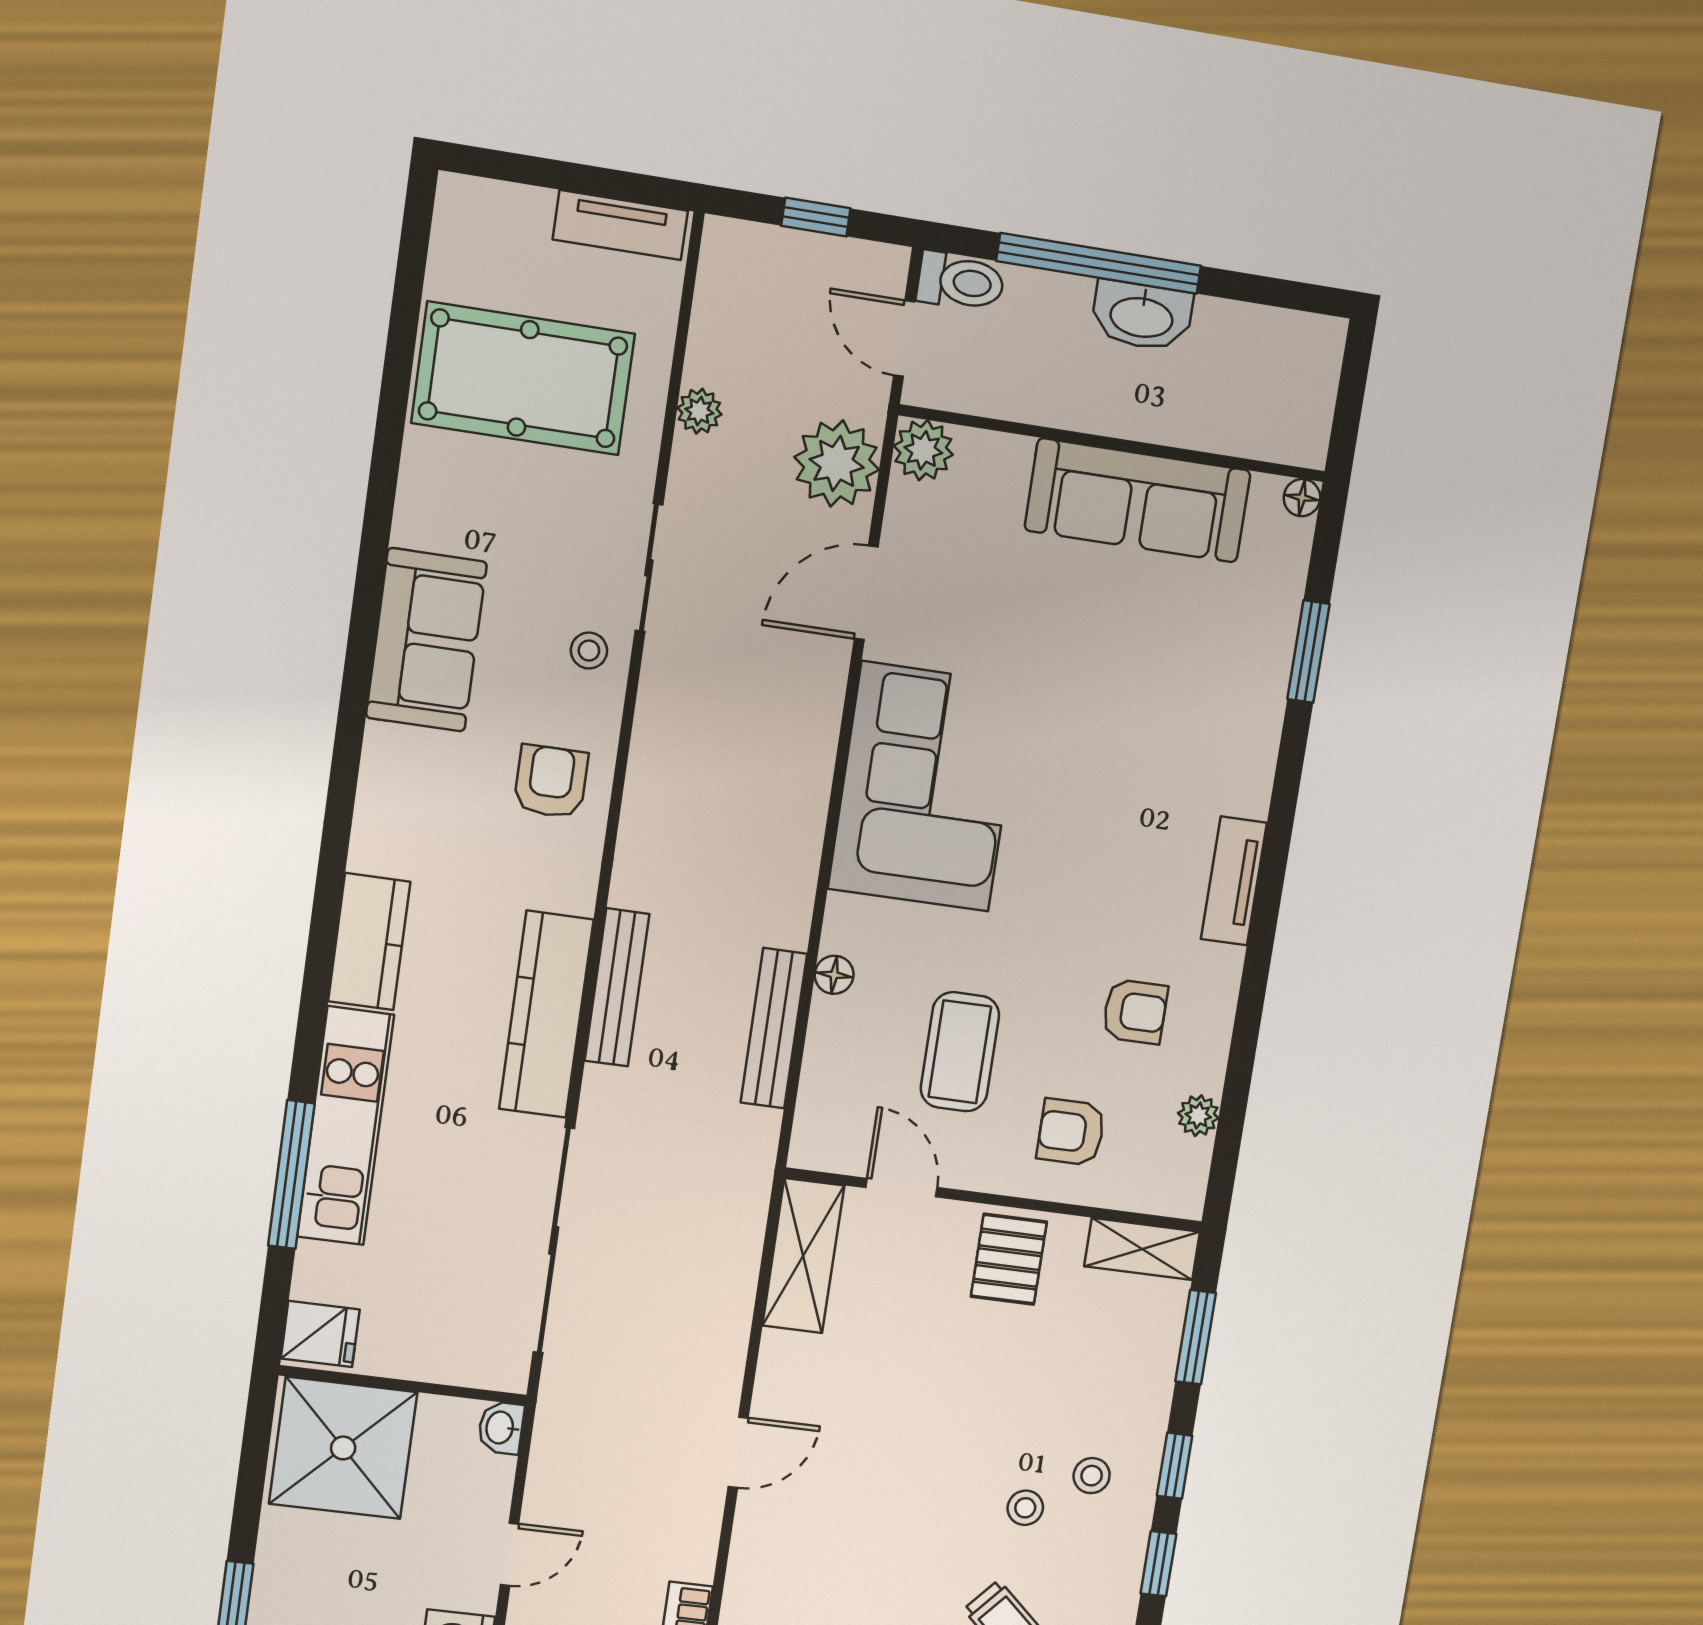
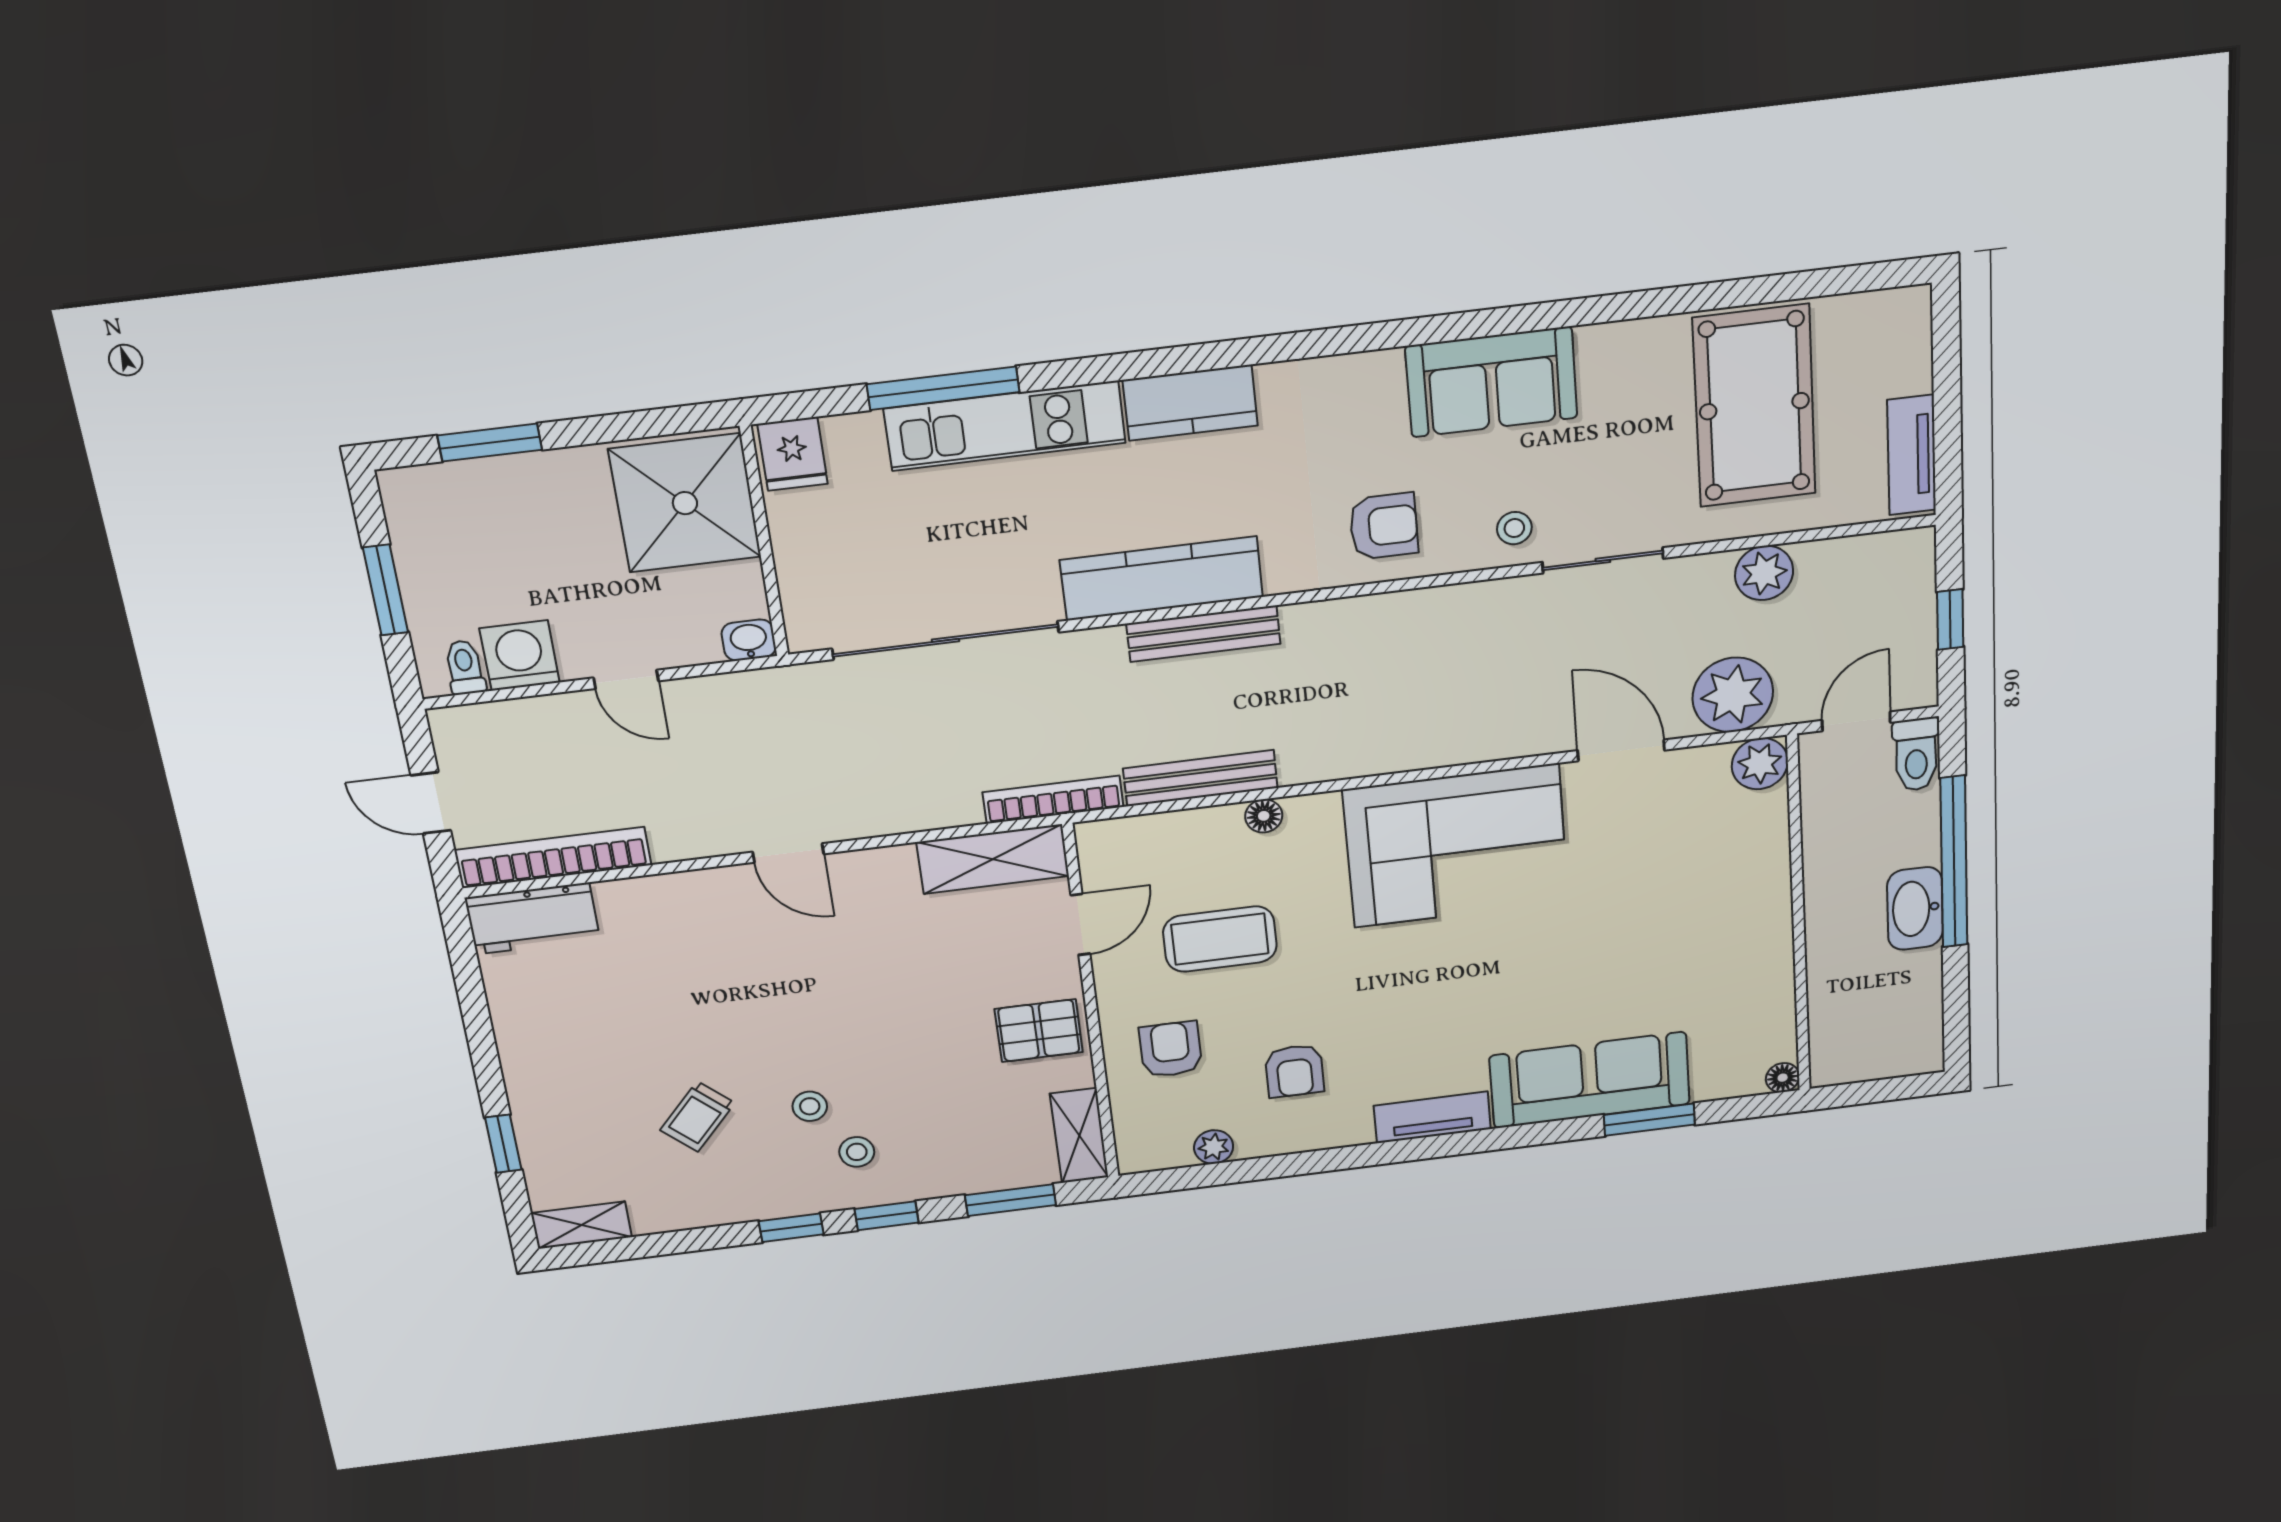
plant: (699, 411) -> (1764, 573), width x1.38, depth x1.38
sofa: (1138, 500) -> (1590, 1080), moved, turned 90
bookcase: (755, 1180) -> (1053, 800), added

